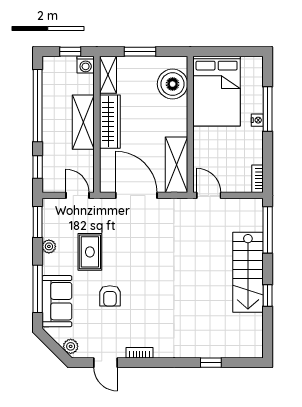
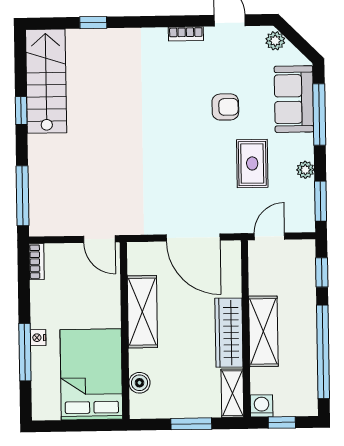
boiler: (173, 84) -> (139, 383), width x0.54, depth x0.54
shelving: (176, 165) -> (142, 312), moved
door: (77, 195) -> (269, 236), swing flipped
stairs: (248, 272) -> (46, 81), moved
armchair: (110, 296) -> (225, 107), turned 90

